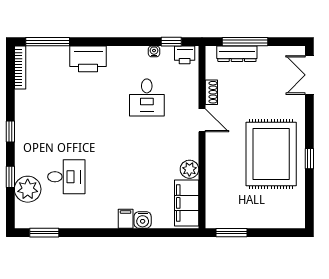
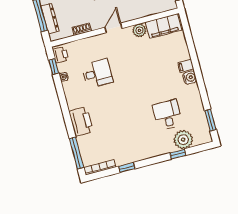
door: (202, 120) -> (113, 28), moved
window: (10, 132) -> (127, 167), moved
water cooler: (143, 220) -> (190, 77), moved

